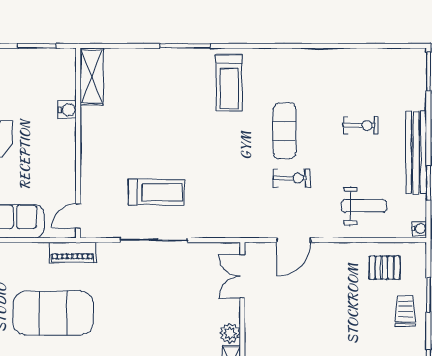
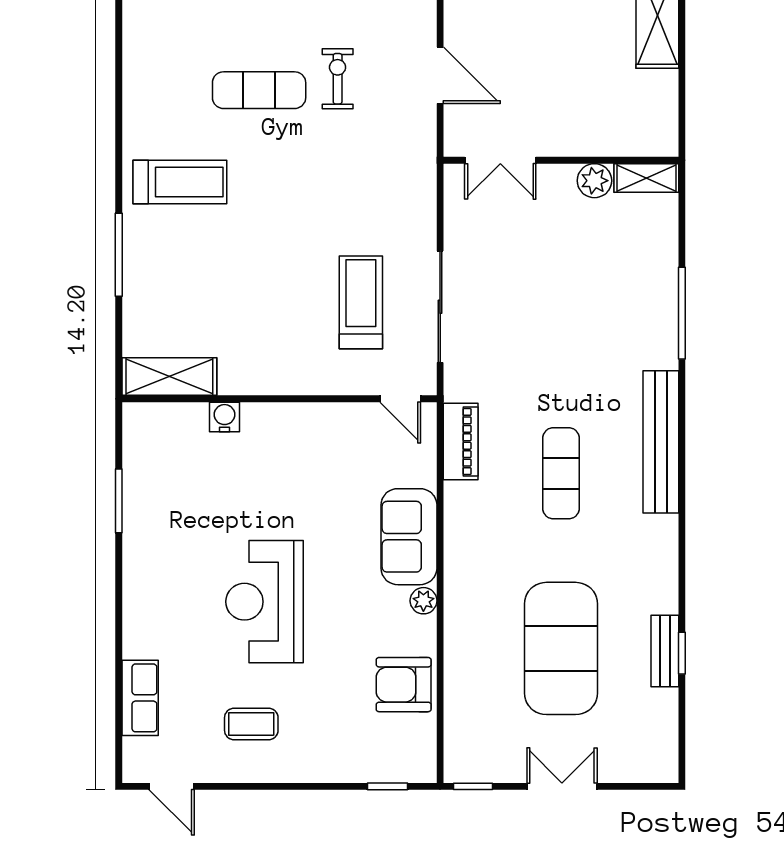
shelving: (92, 76) -> (169, 376), moved
water cooler: (67, 110) -> (225, 417), moved
wall: (78, 143) -> (279, 399), moved
door: (78, 216) -> (400, 399), moved
exercise mat: (53, 313) -> (561, 473), width x0.50, depth x0.69

